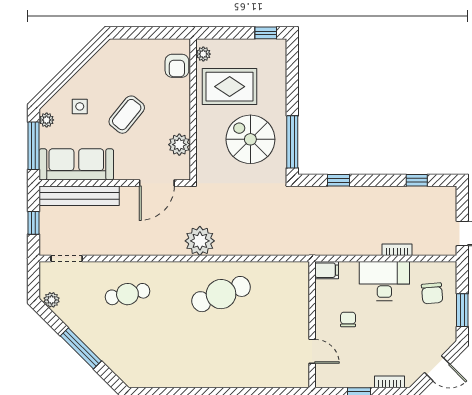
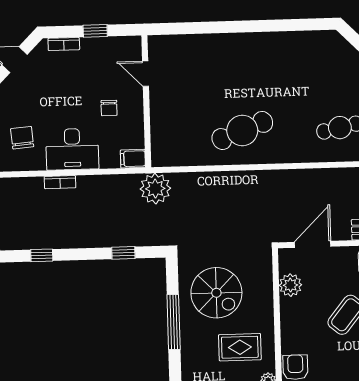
rug: (230, 87) -> (240, 347), width x0.73, depth x0.70
window: (292, 142) -> (174, 322), moved
plant: (200, 241) -> (155, 189), moved

